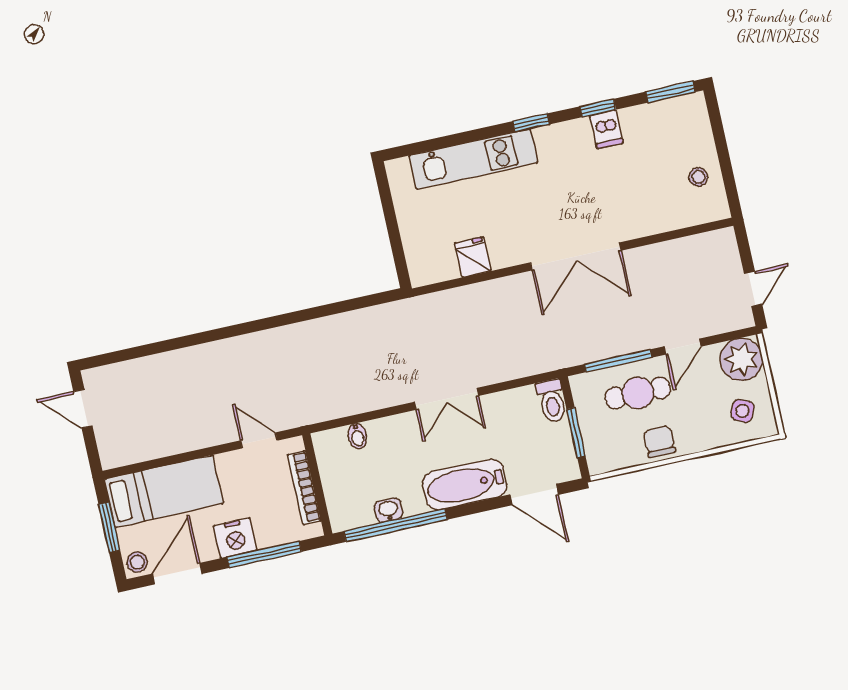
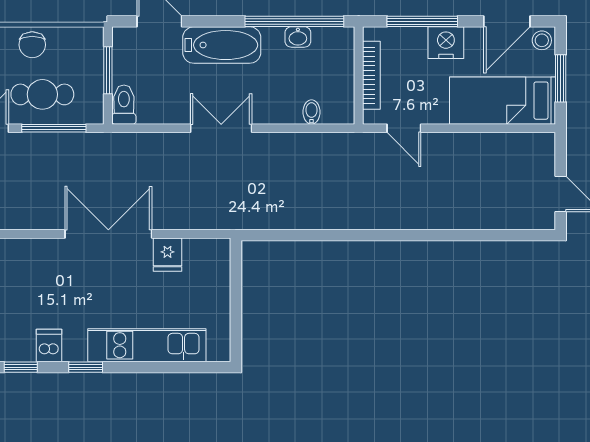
dishwasher: (606, 129) -> (49, 346), moved
double door: (576, 256) -> (108, 234), moved

